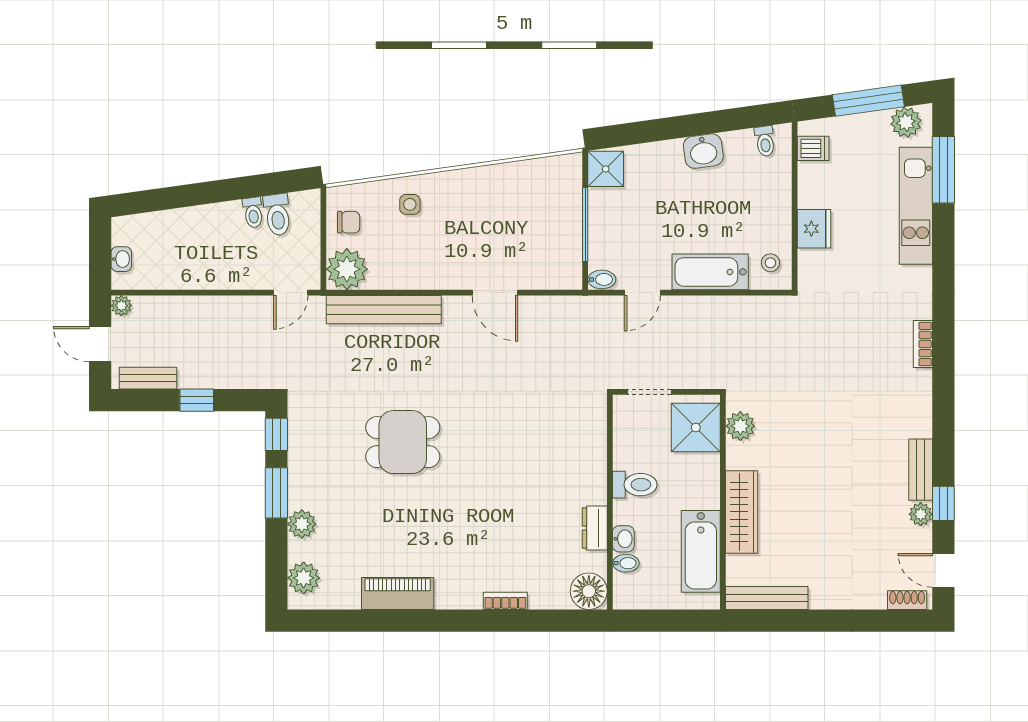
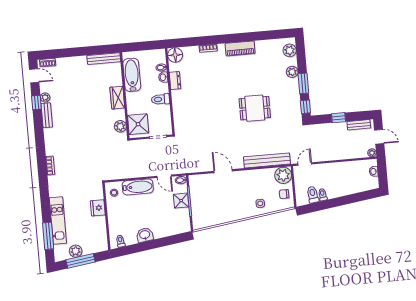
plant: (906, 122) -> (76, 251), moved
dishwasher: (813, 148) -> (101, 240), removed
shower: (606, 169) -> (181, 201), moved
door: (642, 293) -> (164, 176), swing flipped
wardrobe: (742, 512) -> (117, 98), width x0.67
piano: (398, 593) -> (240, 48), moved

